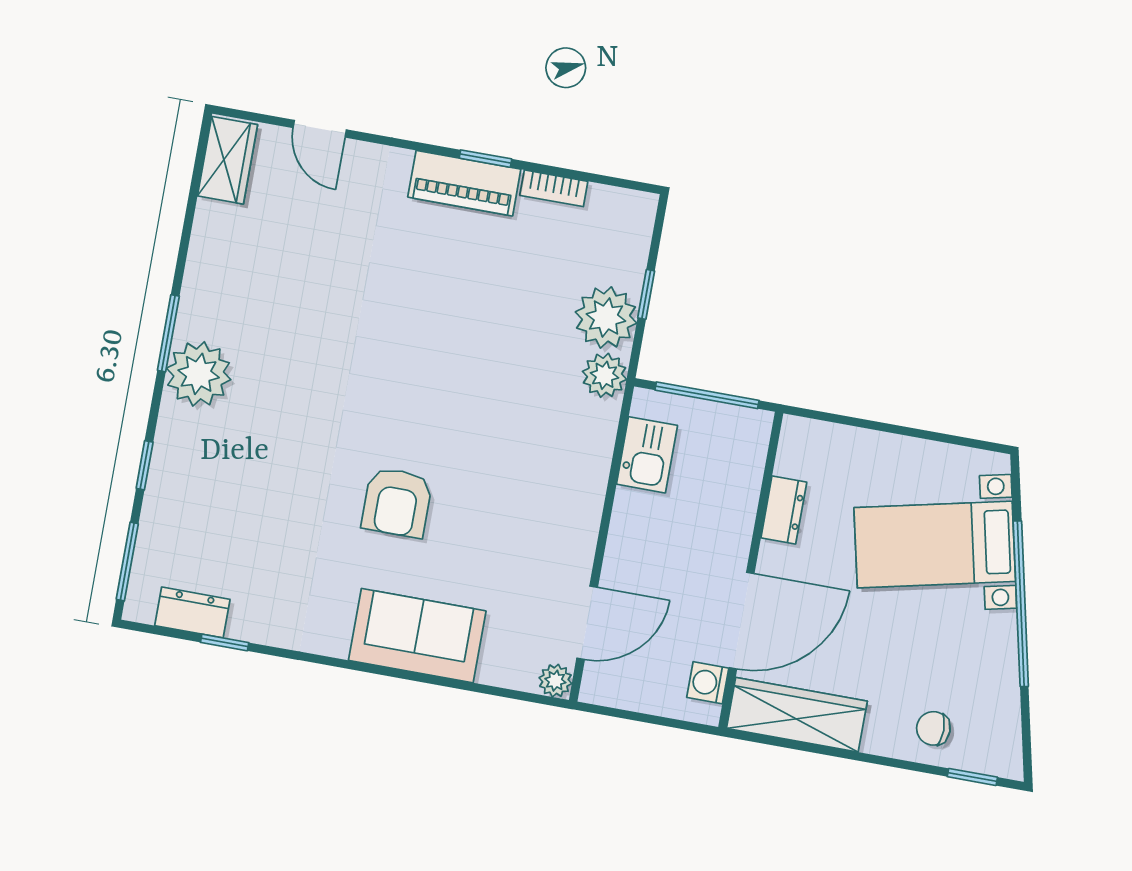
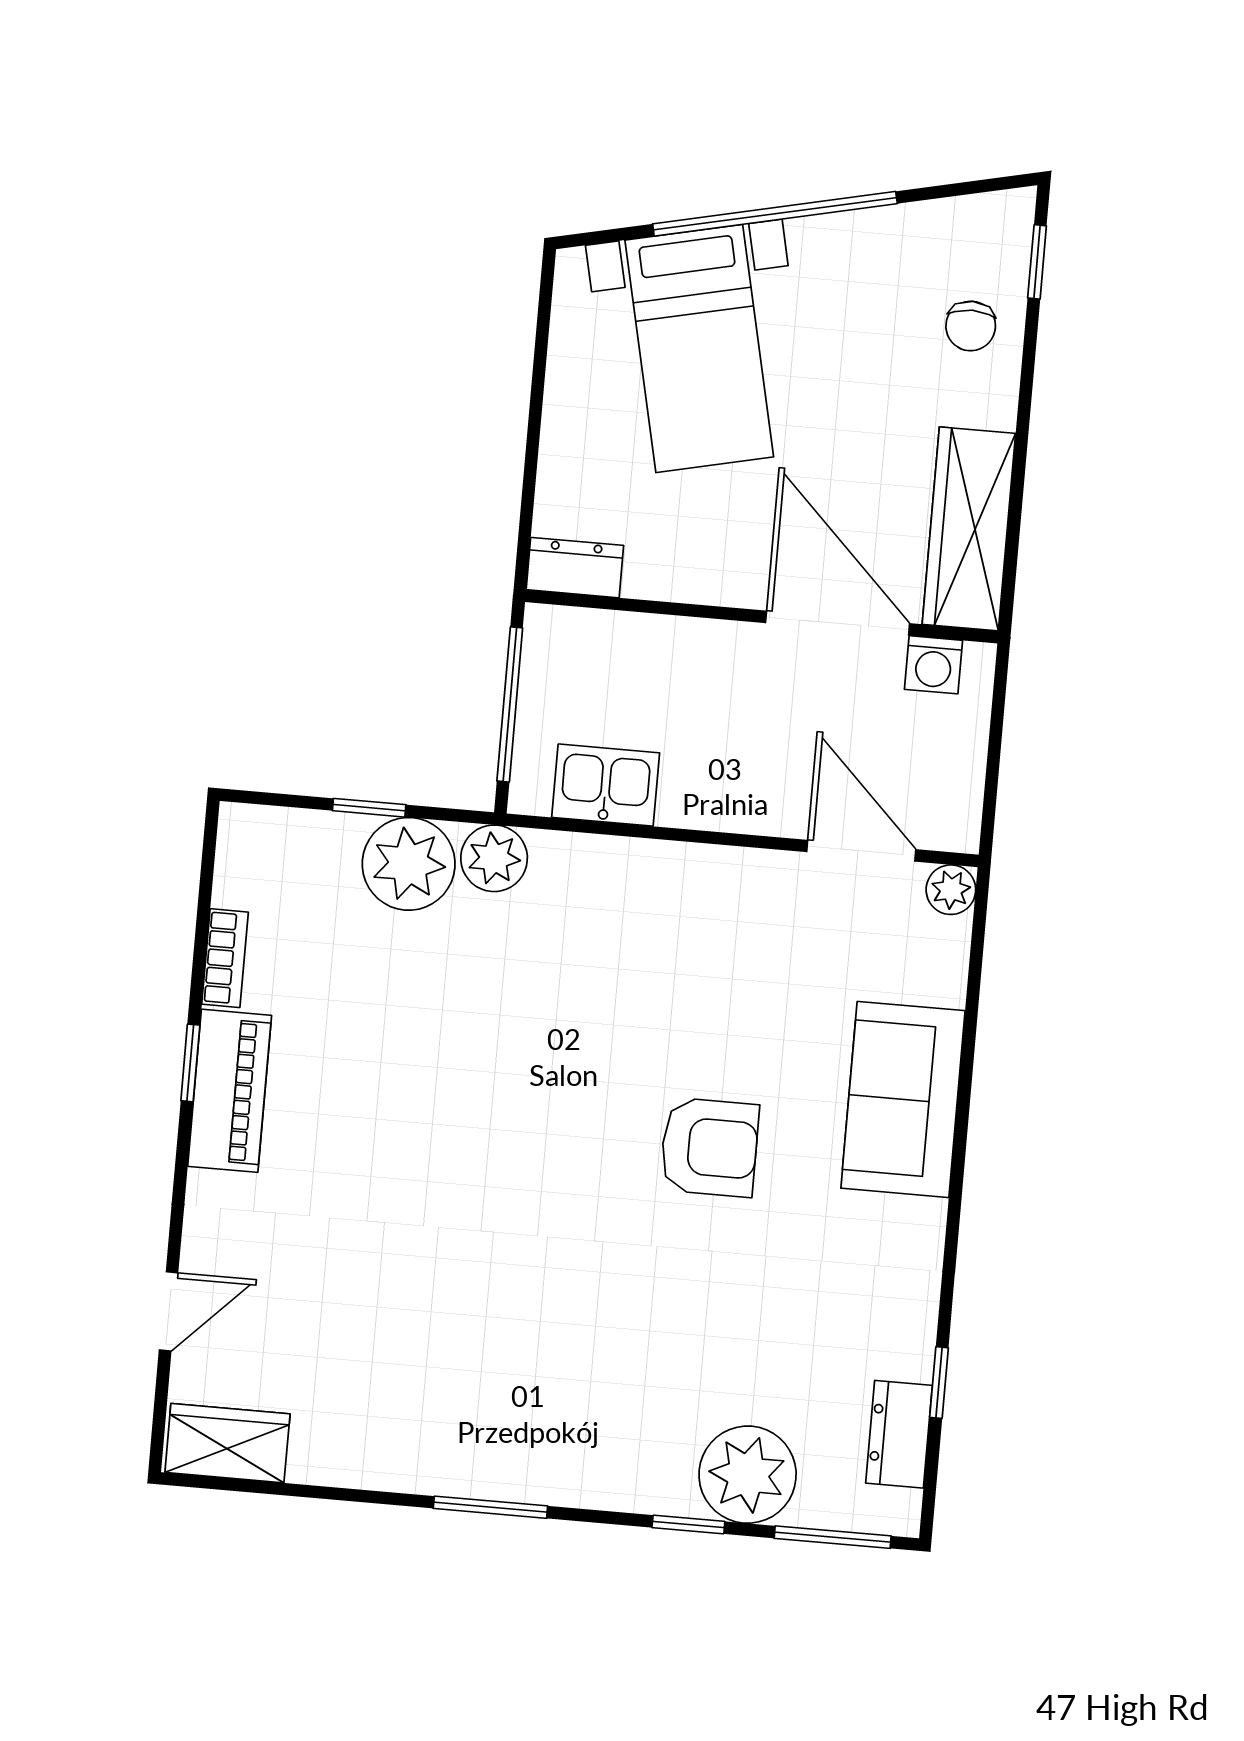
plant: (199, 374) -> (748, 1475), moved
dresser: (784, 510) -> (575, 568), moved

